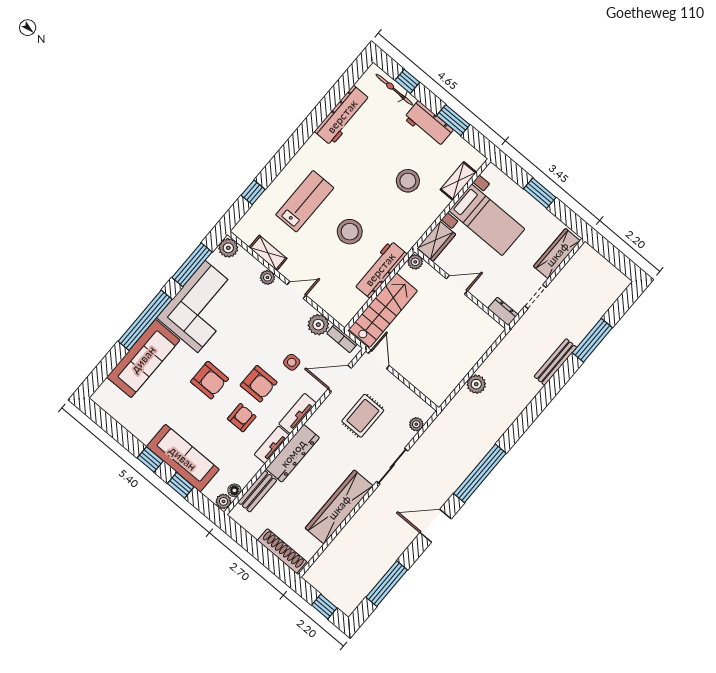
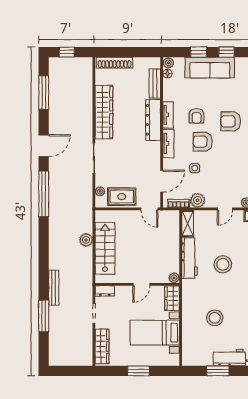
shelving: (458, 181) -> (188, 224), moved
stairs: (383, 310) -> (105, 248), moved, turned 180
rug: (363, 416) -> (122, 197), moved, turned 90

